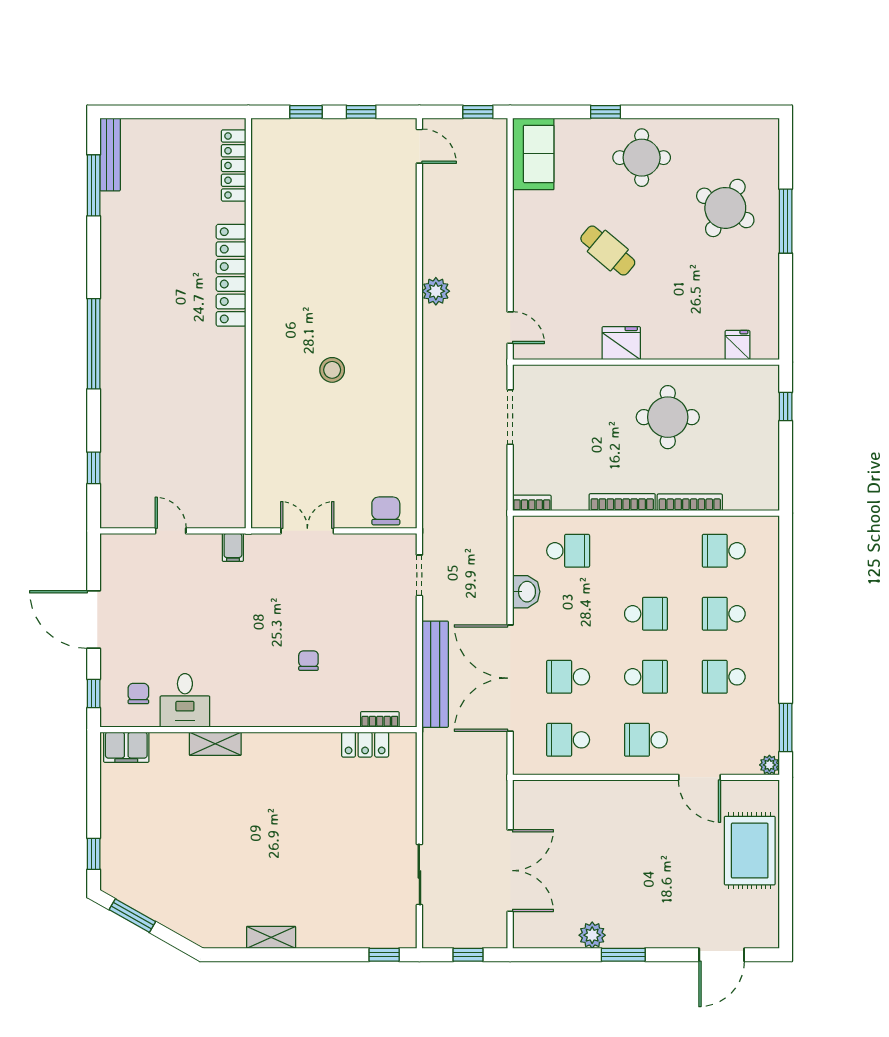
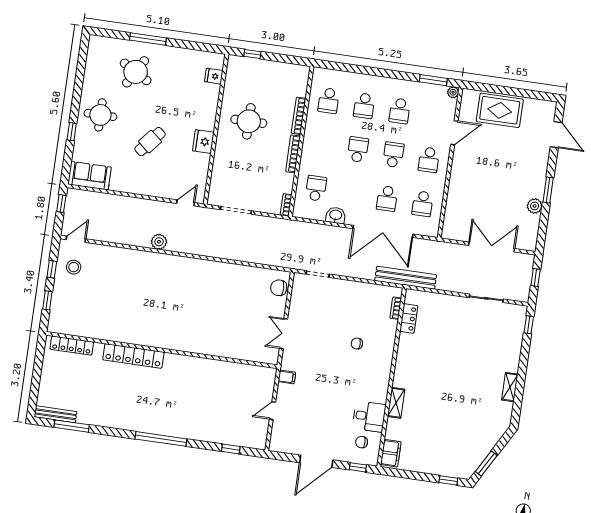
stool: (332, 370) -> (74, 267), moved
bench: (435, 674) -> (406, 278), moved

